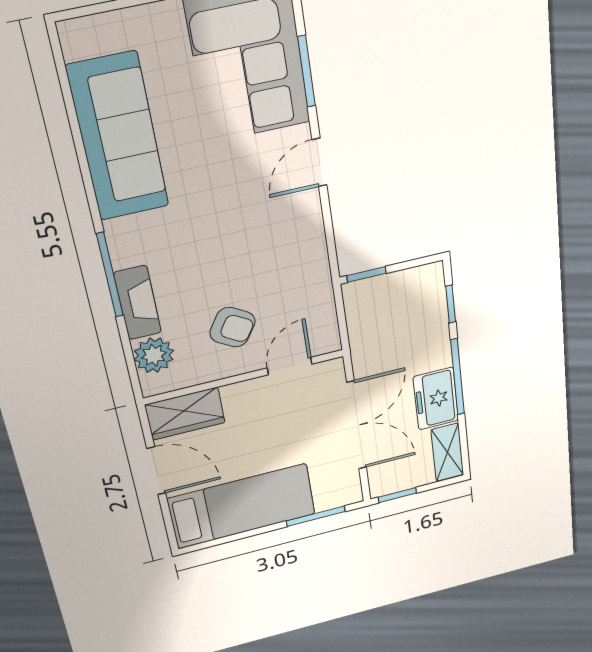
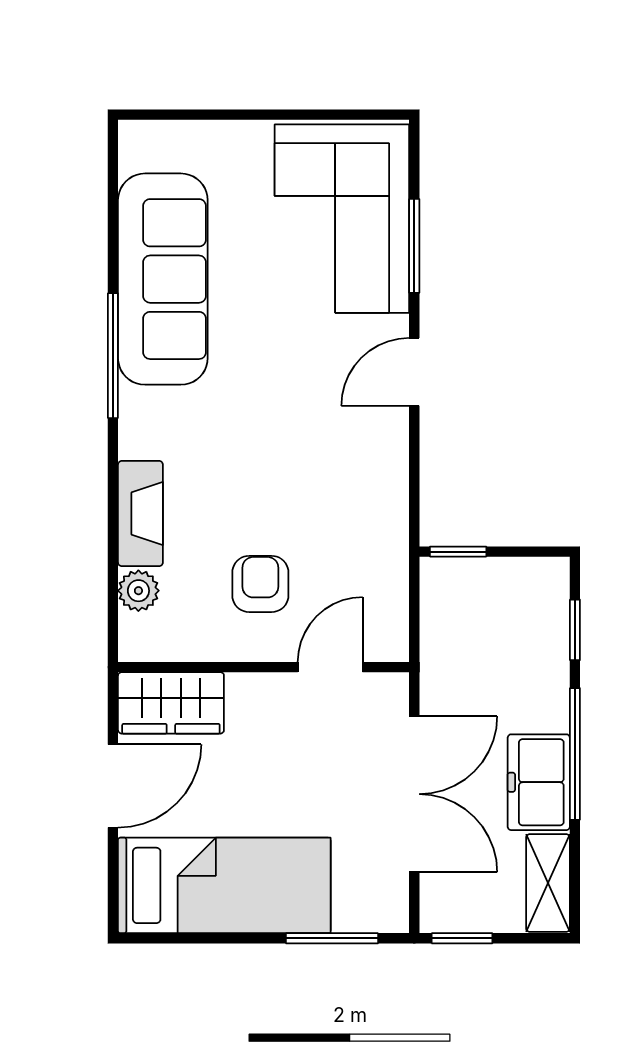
window: (110, 275) -> (113, 356), moved
armchair: (233, 327) -> (260, 584), turned -122
plant: (154, 355) -> (138, 591), width x0.73, depth x0.73
door: (156, 471) -> (113, 786), hinge flipped

